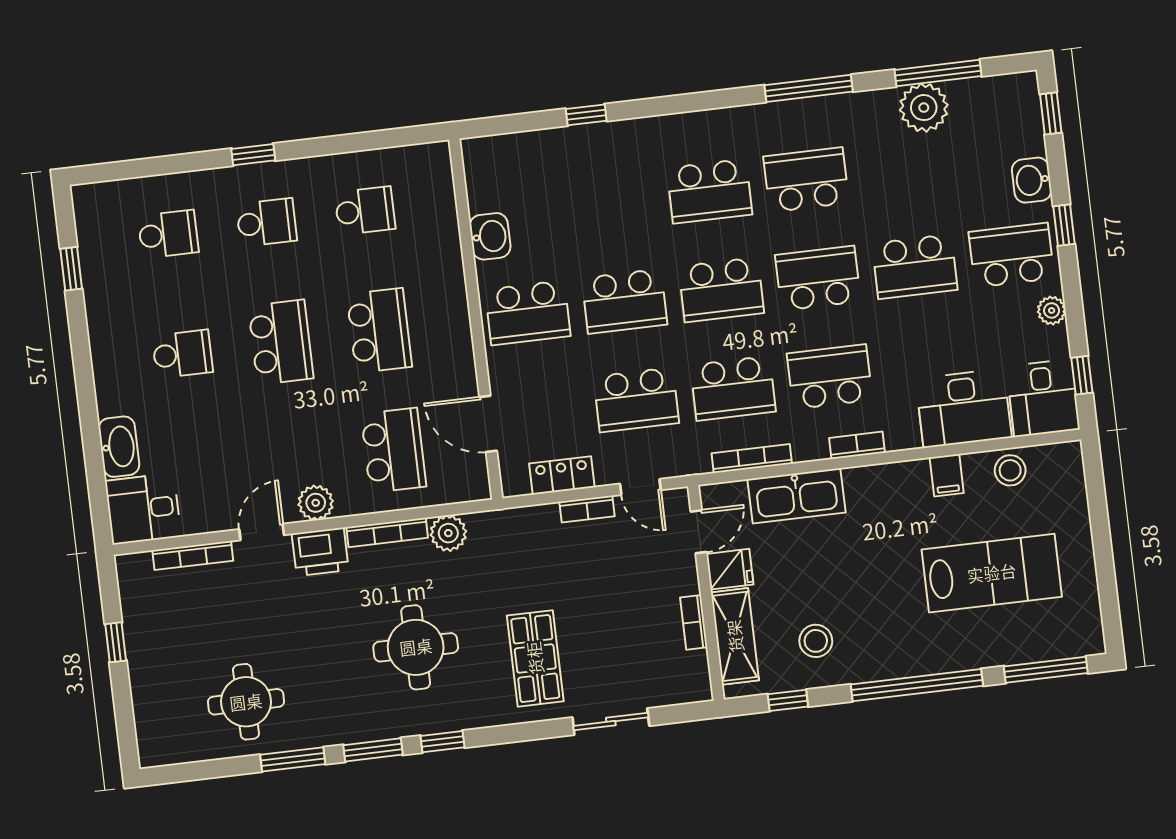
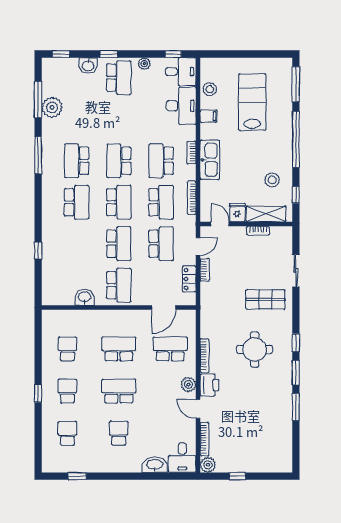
school desk: (1011, 255) -> (119, 78), turned 180
school desk: (915, 267) -> (119, 119), removed
kitchen sink: (797, 496) -> (210, 160), moved
plant: (448, 533) -> (208, 465), moved
round table: (246, 702) -> (269, 424), removed

